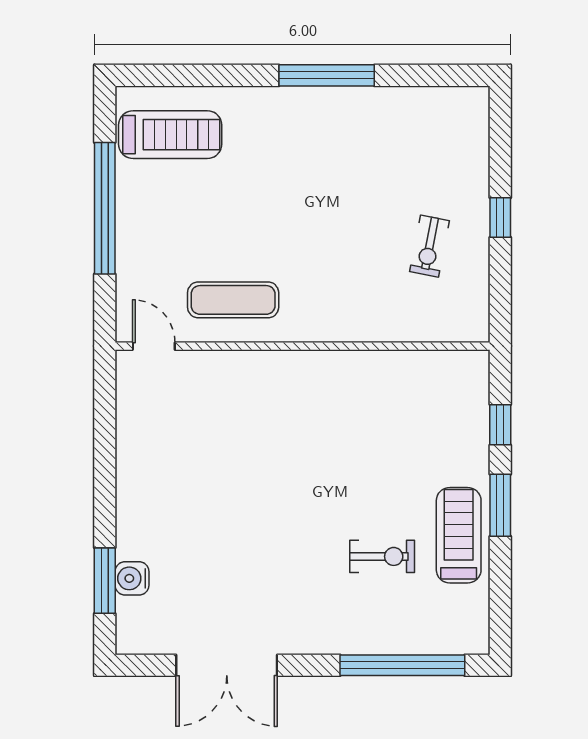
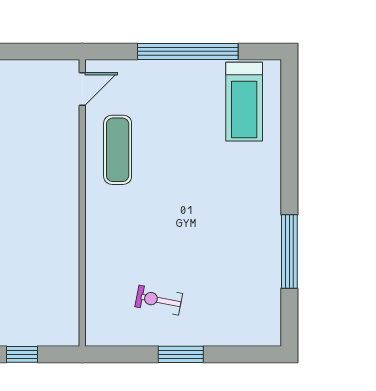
window: (327, 75) -> (289, 252), moved
window: (500, 217) -> (181, 354), width x1.50

